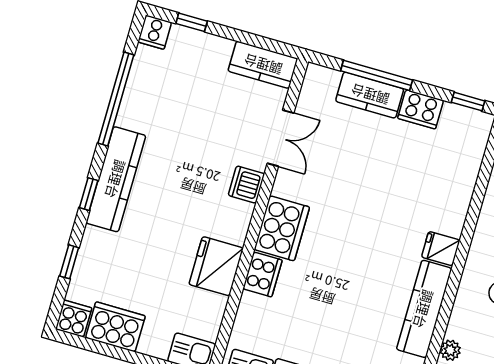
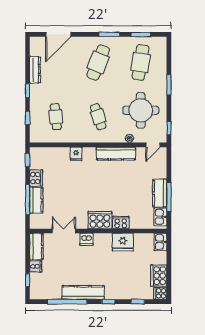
cooker: (155, 32) -> (36, 266), moved
kitchen counter: (116, 179) -> (83, 292), moved
fridge: (441, 249) -> (76, 154), moved

